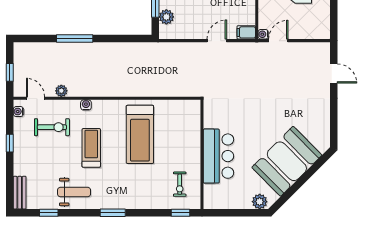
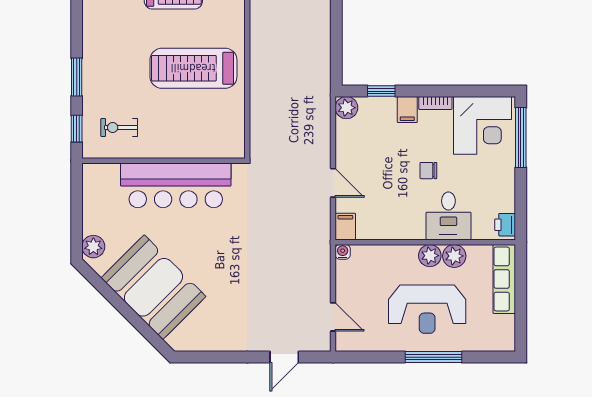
plant: (166, 17) -> (346, 108), moved
door: (278, 41) -> (333, 317), moved
bar counter: (219, 156) -> (176, 185), width x1.36
window: (113, 213) -> (77, 77), moved

